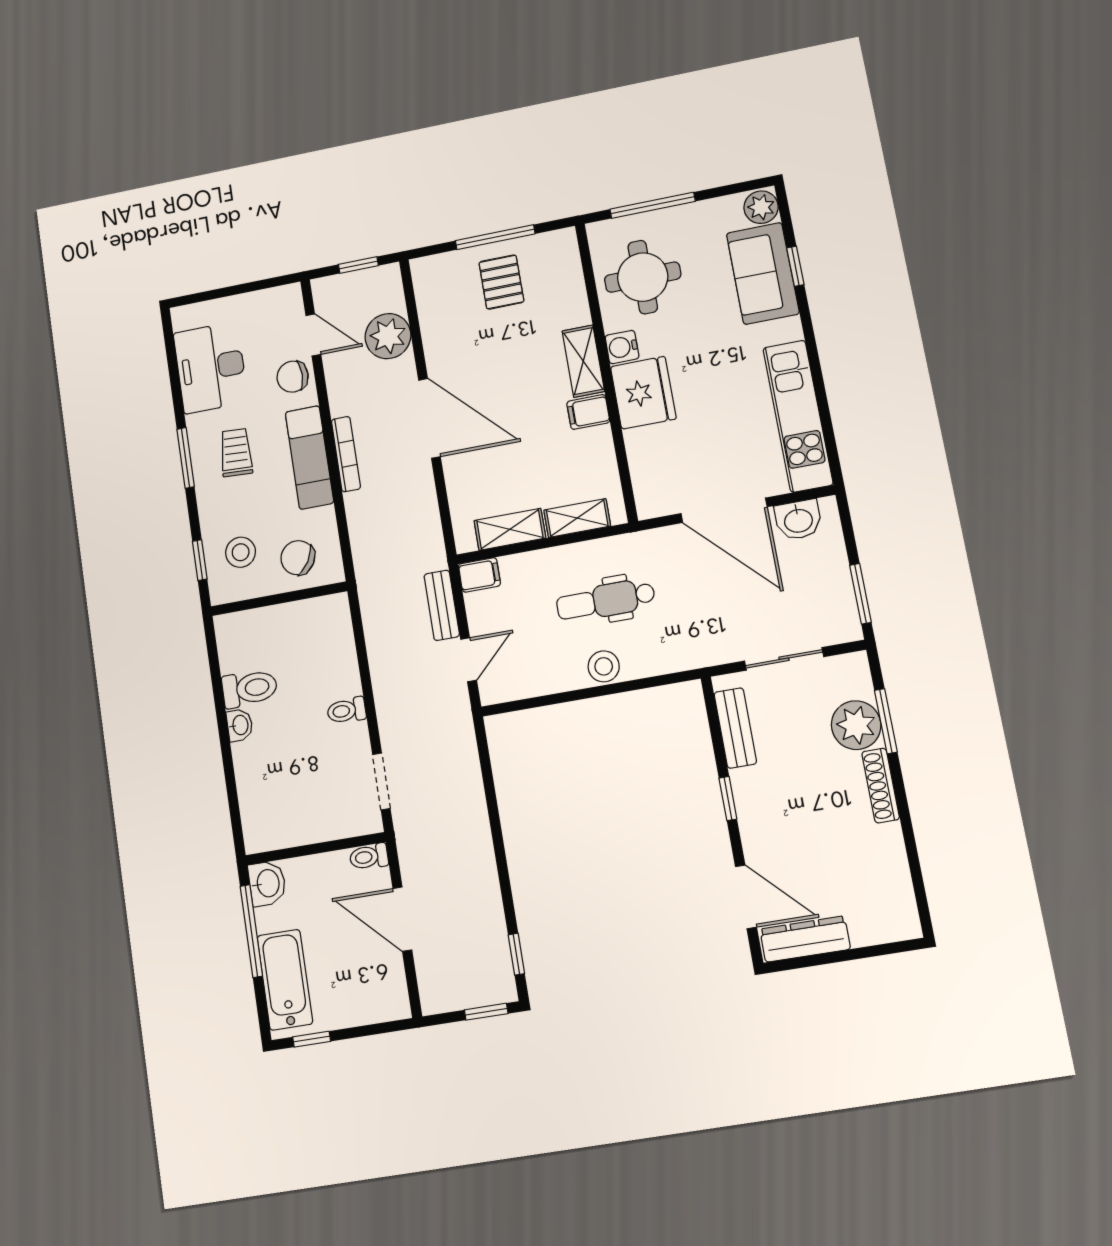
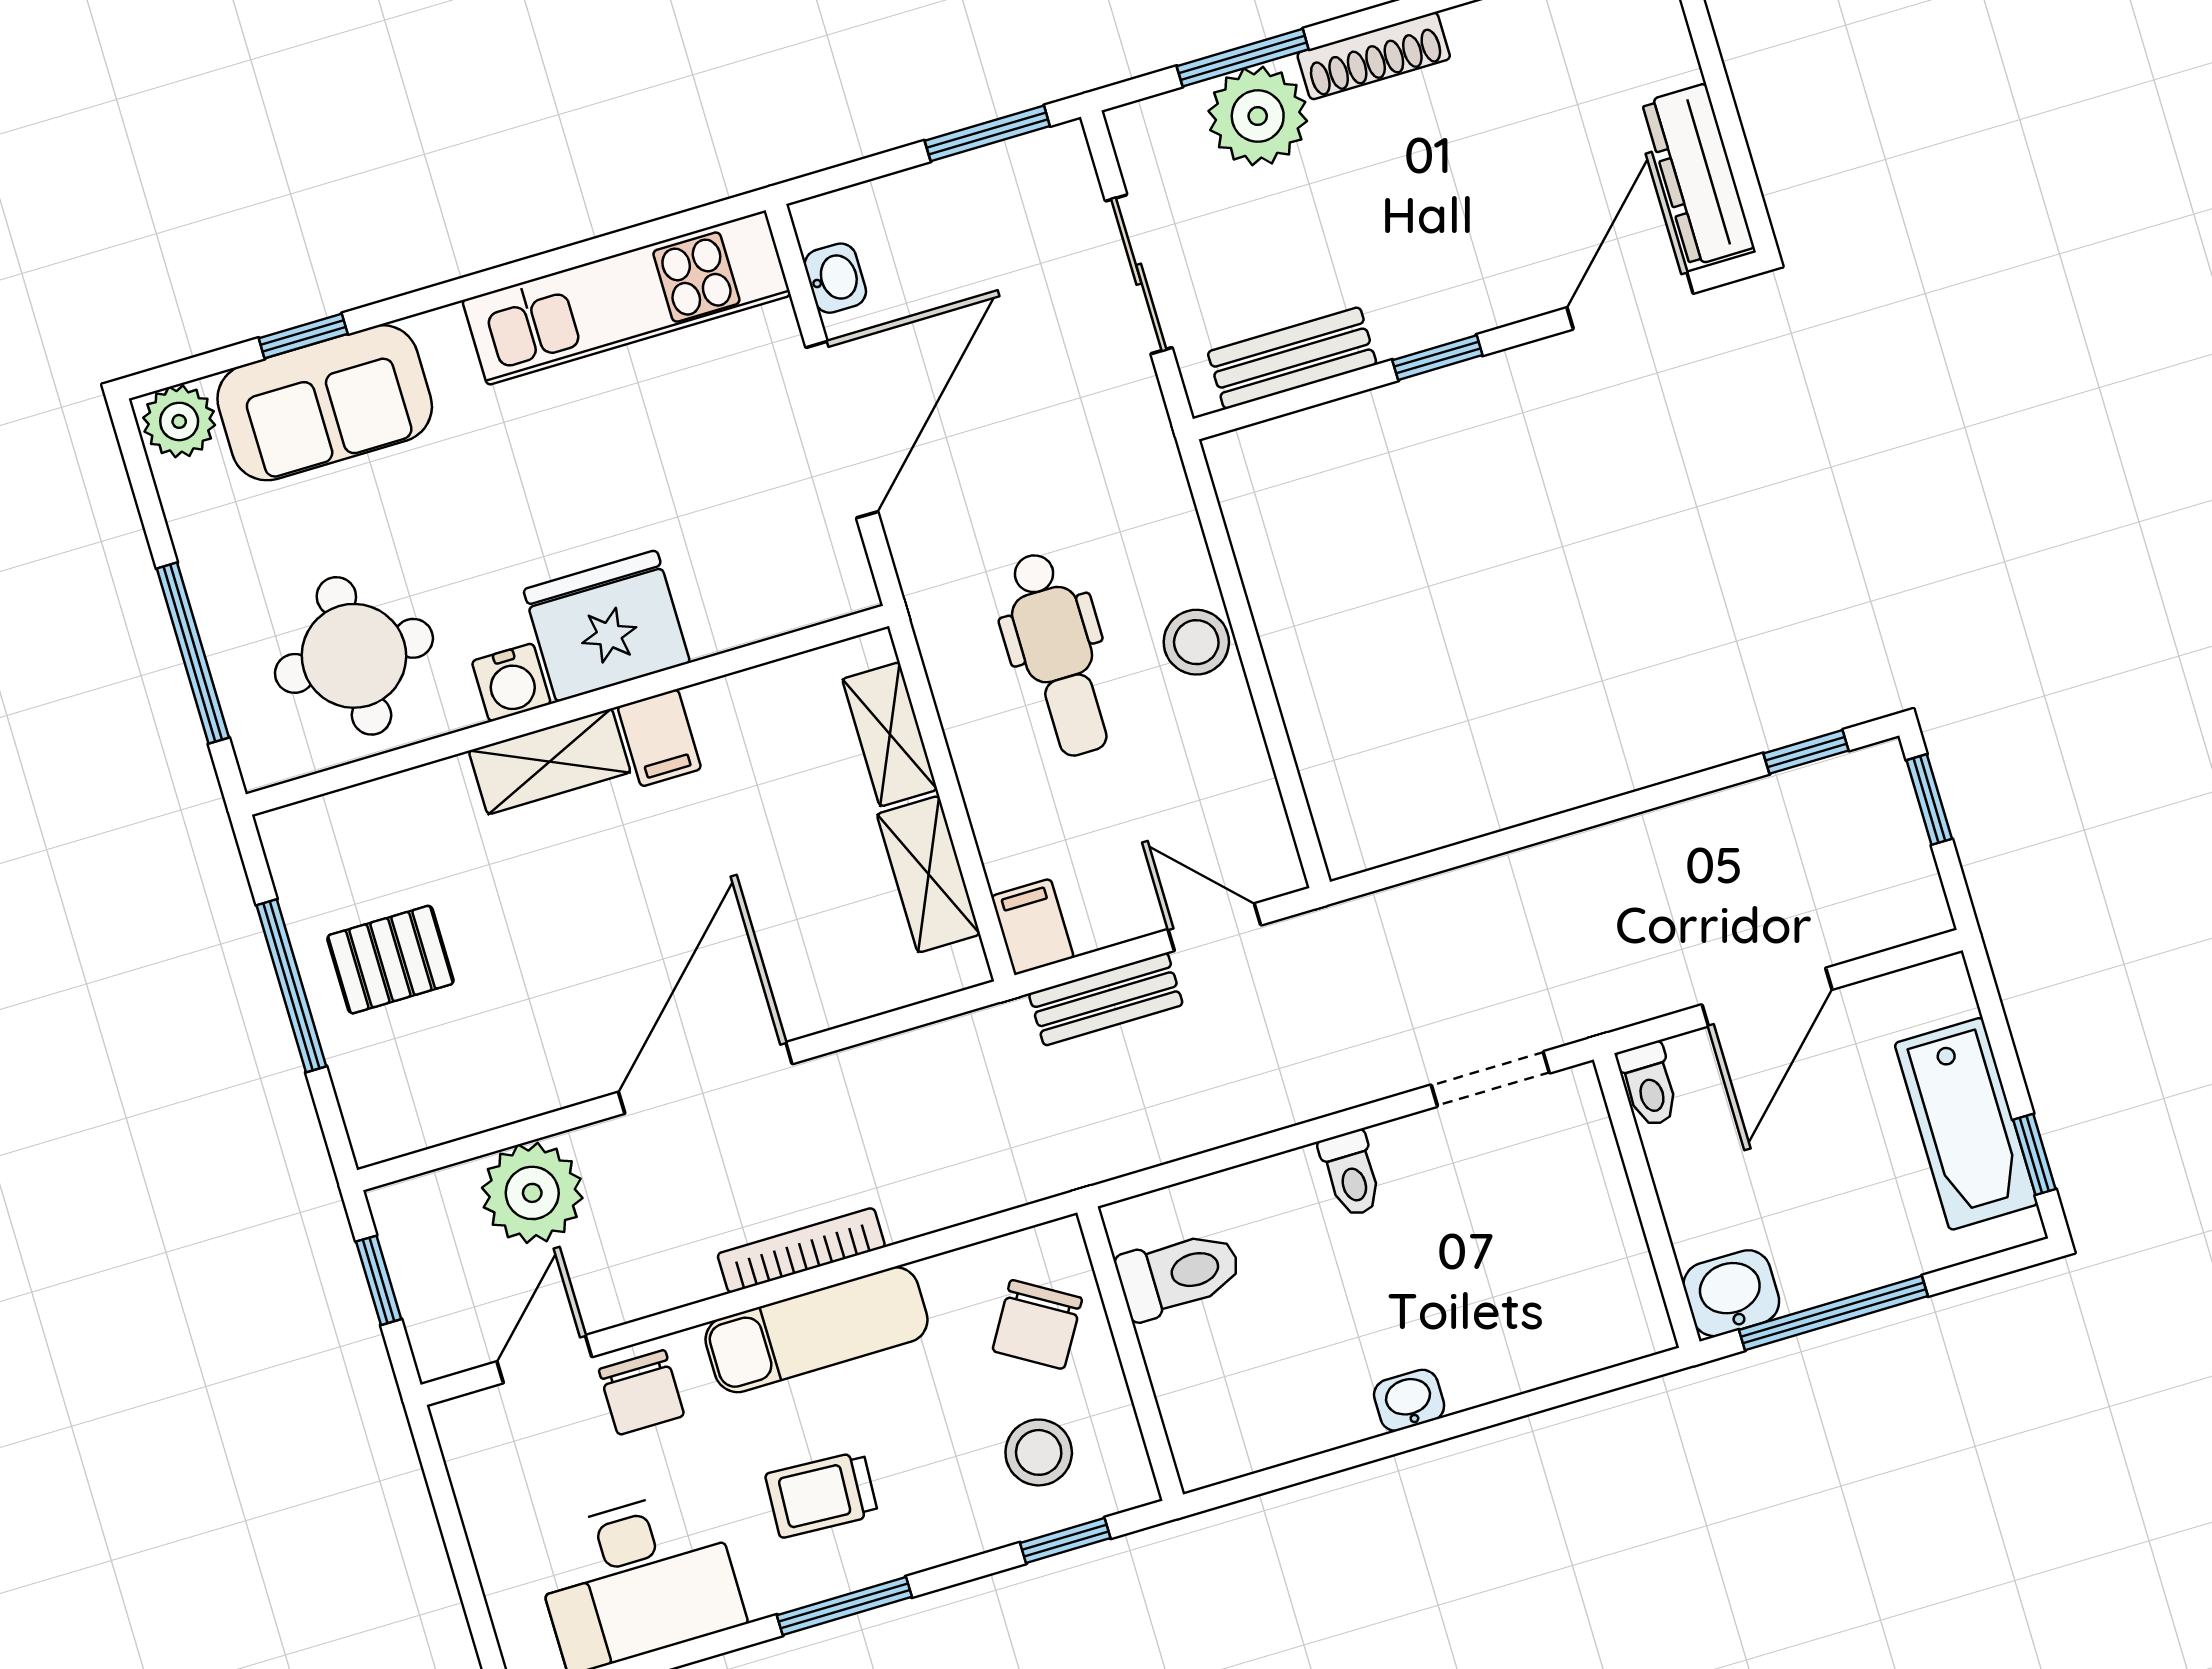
washbasin: (798, 520) -> (835, 278), width x0.72, depth x0.69
toilet: (250, 688) -> (1179, 1274), moved, turned 90
bathtub: (285, 980) -> (1966, 1124), moved, turned -90

